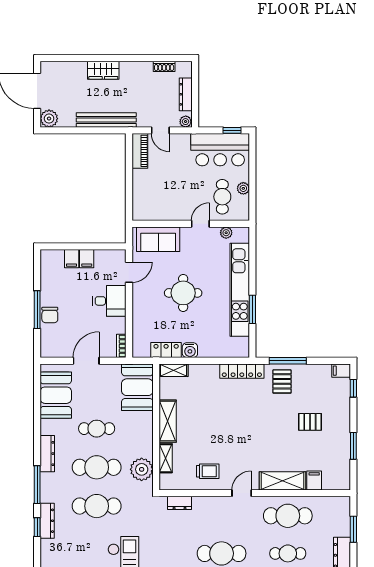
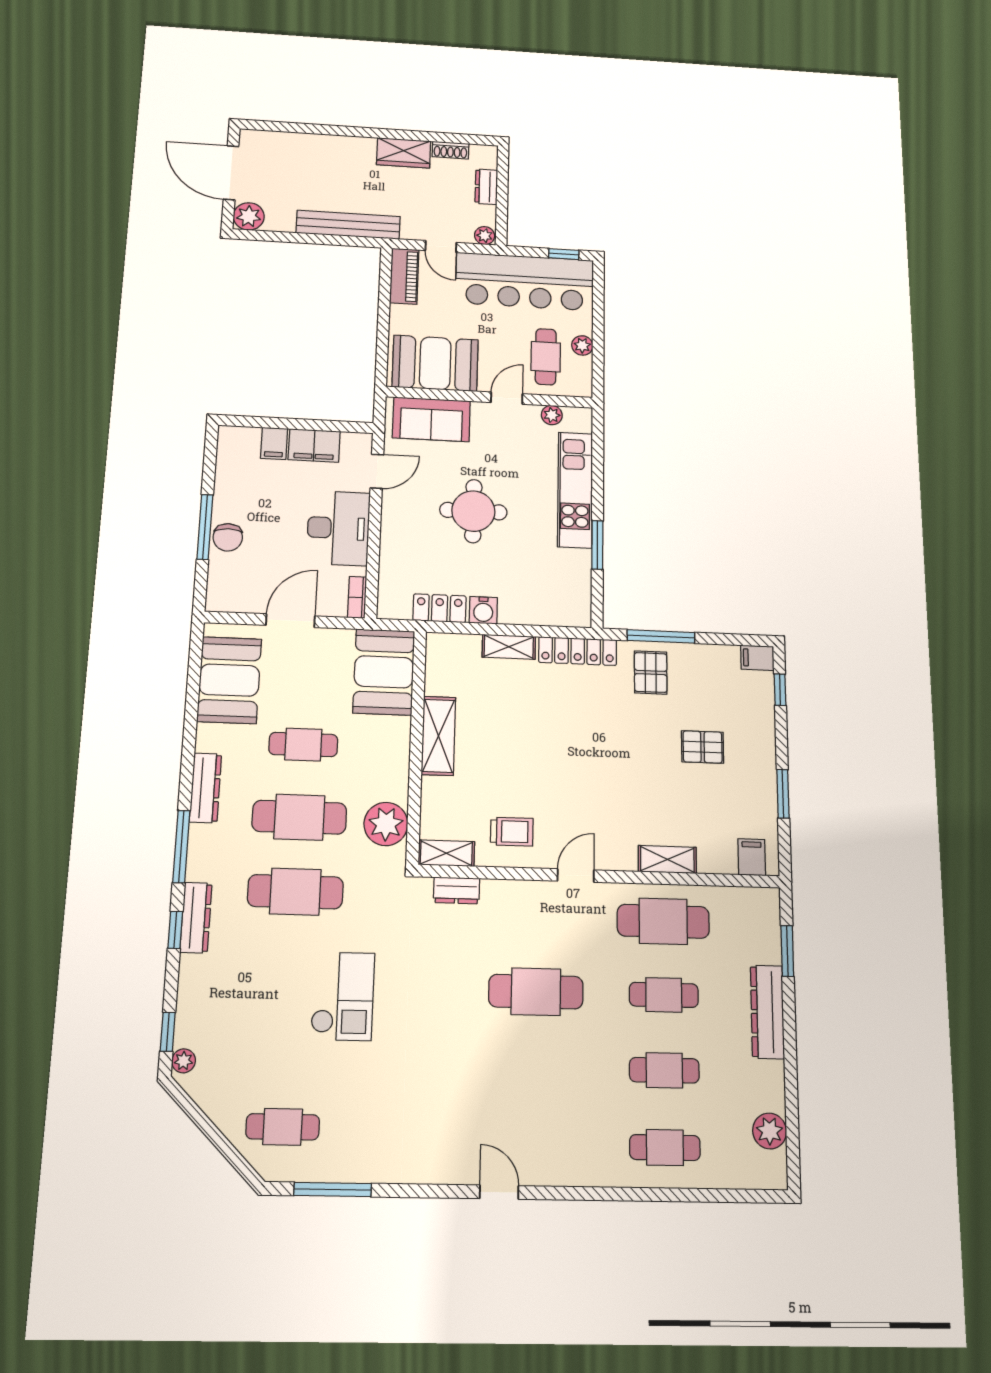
wardrobe: (103, 70) -> (404, 153), moved
dresser: (186, 94) -> (486, 187), width x0.70
bar counter: (220, 150) -> (525, 281), width x1.36
booth: (159, 205) -> (435, 363), added
filing cabinet: (87, 259) -> (314, 445), width x2.00
kitchen unit: (240, 290) -> (575, 490), width x0.73
desk: (109, 301) -> (338, 528), width x1.37
shelving: (173, 370) -> (509, 647), moved
shelving: (166, 458) -> (446, 853), moved, turned 90
shelving: (283, 481) -> (667, 859), width x0.67, depth x0.75
filing cabinet: (314, 481) -> (752, 857), moved

